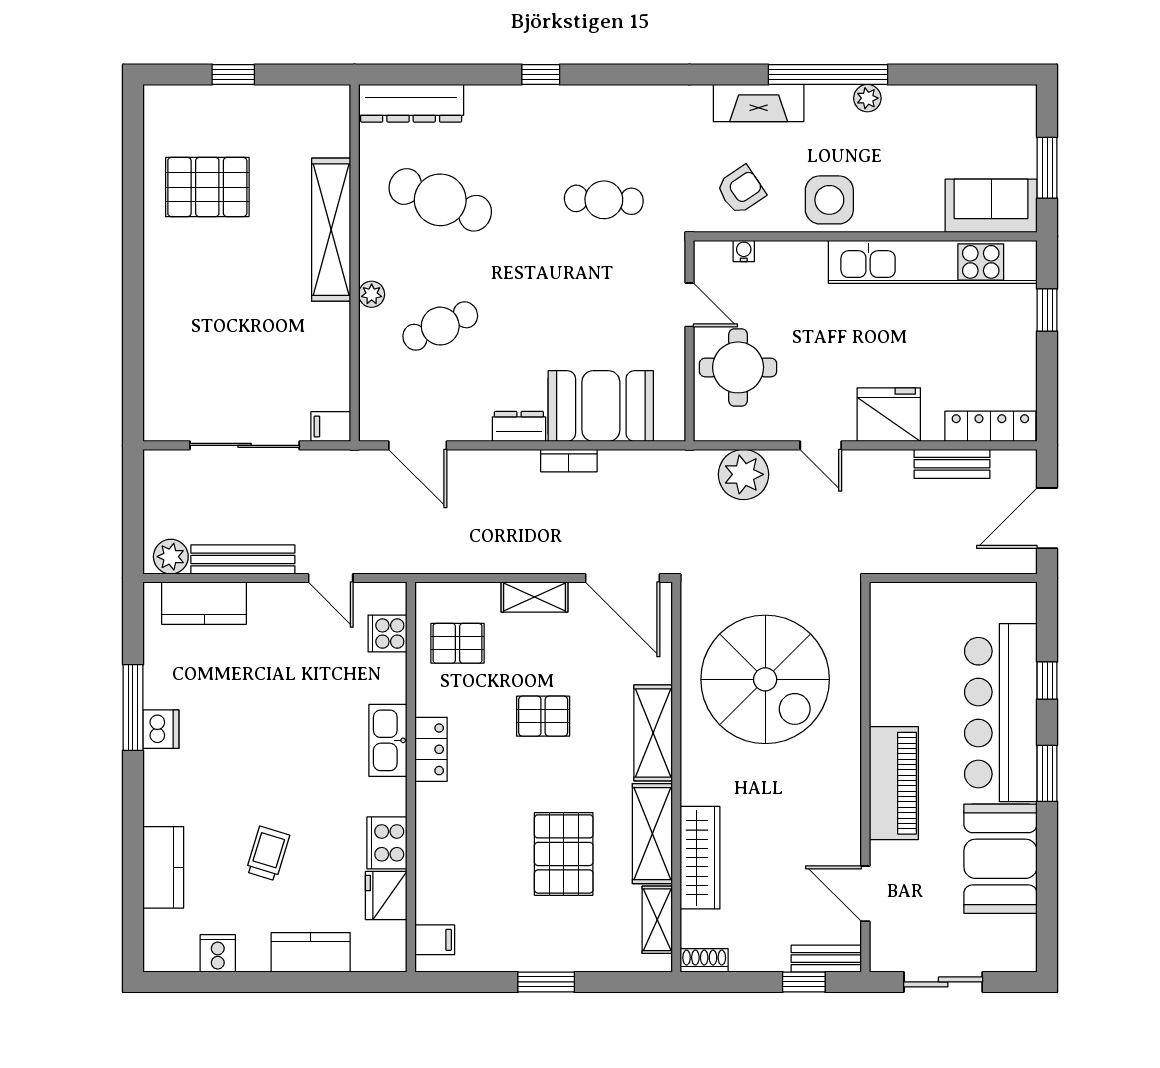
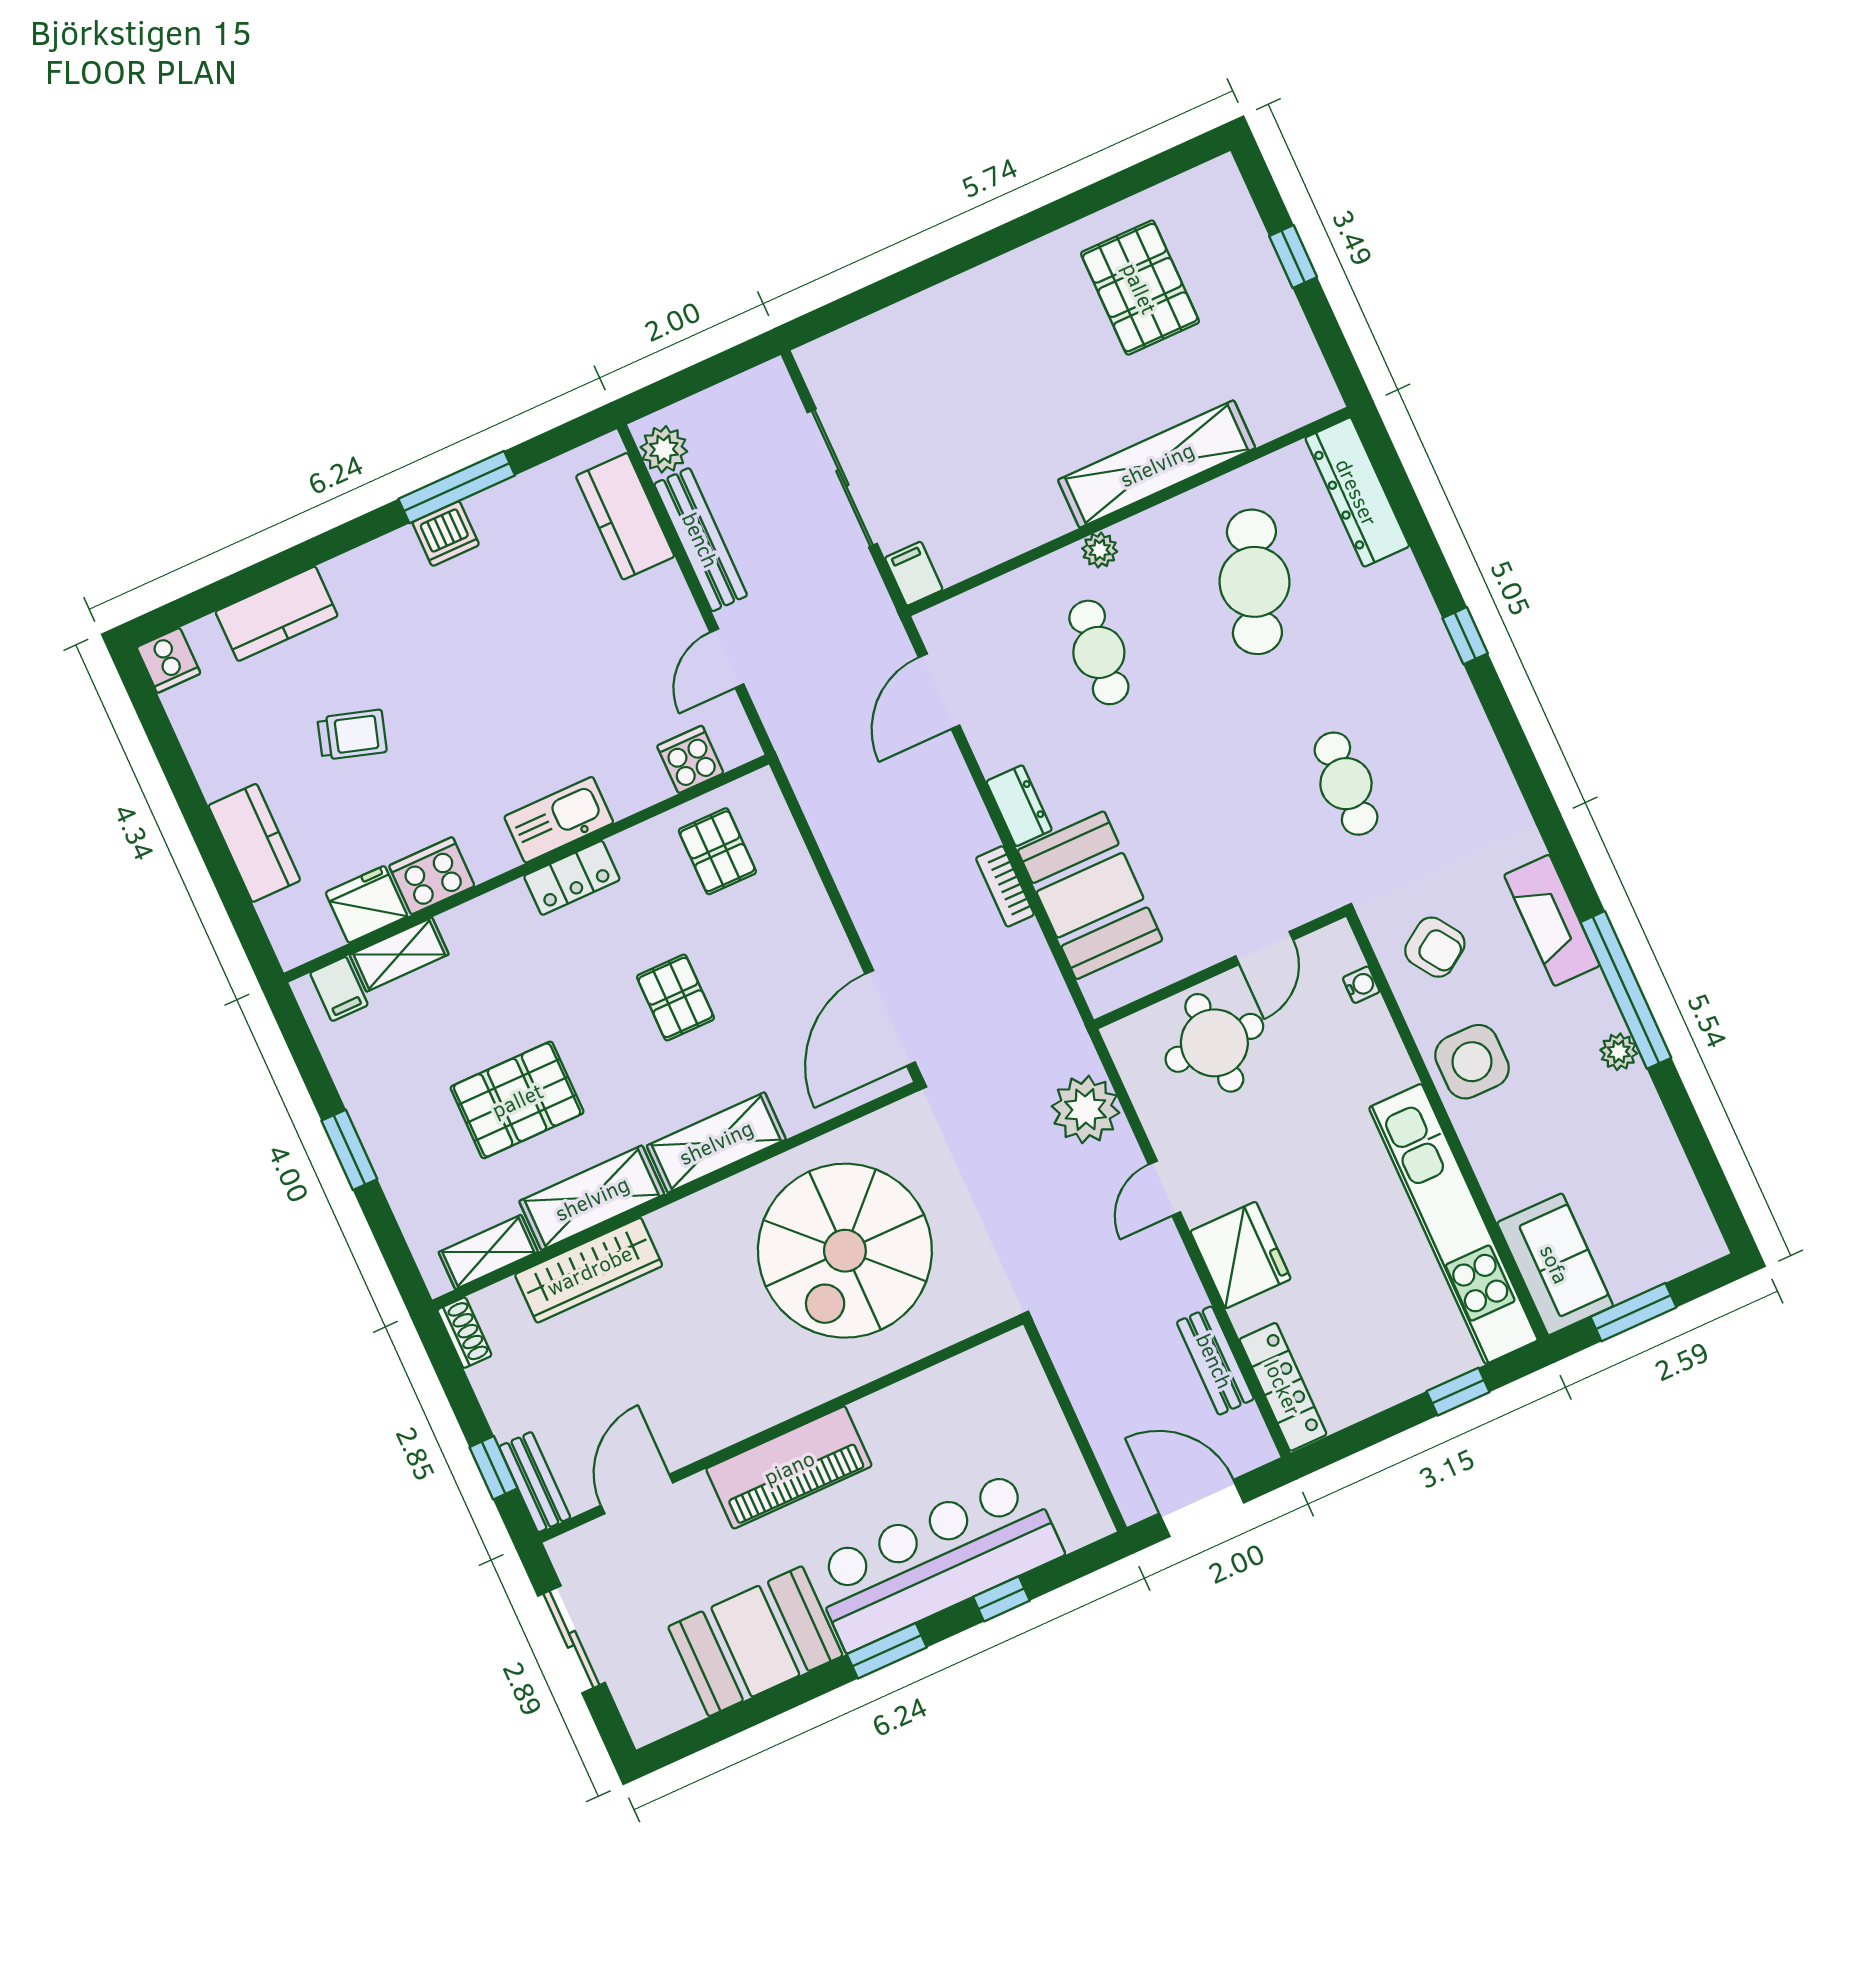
cafe table: (440, 326) -> (1099, 652), turned 30
shelving: (534, 597) -> (399, 955), moved, turned 90
cooker: (218, 953) -> (168, 660), moved, turned 90

